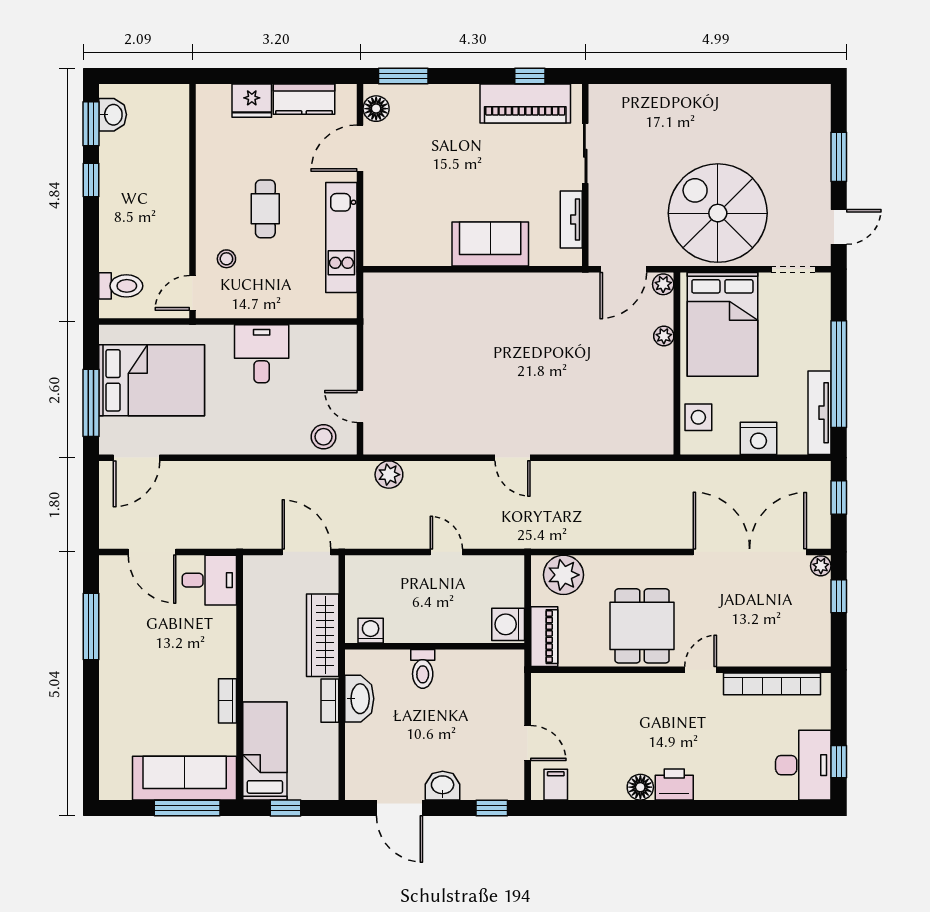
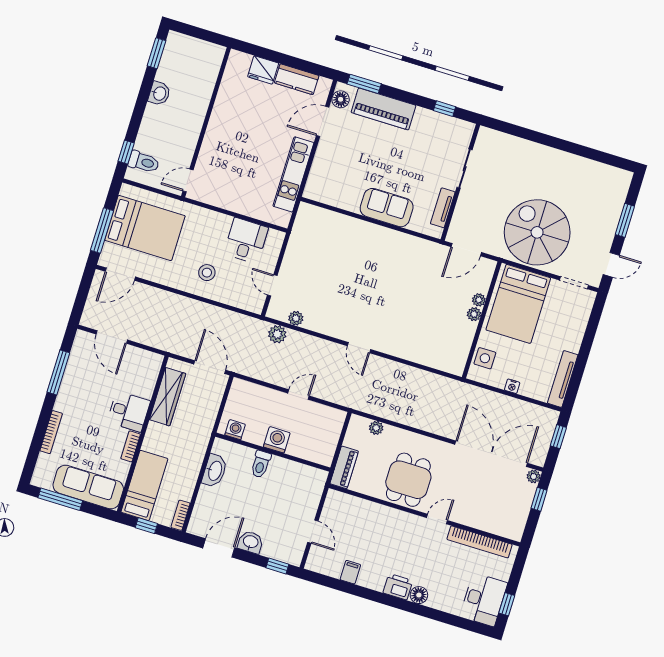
piano: (525, 103) -> (384, 109), moved
washbasin: (113, 115) -> (159, 93), moved
window: (91, 180) -> (126, 152), moved
cafe table: (265, 209) -> (251, 141), removed
stool: (226, 259) -> (216, 165), removed
plant: (663, 284) -> (474, 314), moved
desk: (262, 354) -> (246, 241), moved
window: (839, 374) -> (582, 358), removed
stool: (324, 437) -> (207, 273), moved
nightstand: (758, 438) -> (512, 386), width x0.53, depth x0.56
plant: (409, 443) -> (296, 318), added
door: (446, 552) -> (299, 395), hinge flipped
plant: (563, 575) -> (376, 428), width x0.53, depth x0.53
desk: (209, 580) -> (129, 411), moved
washing machine: (508, 624) -> (277, 440), moved, turned 90
wardrobe: (323, 635) -> (168, 397), moved, turned 180
bookcase: (330, 701) -> (180, 515), moved
bookcase: (107, 716) -> (51, 432), added
filing cabinet: (556, 785) -> (350, 572), moved
floor lamp: (640, 787) -> (419, 595), moved
window: (187, 808) -> (60, 499), moved
door: (399, 808) -> (219, 548), swing flipped

